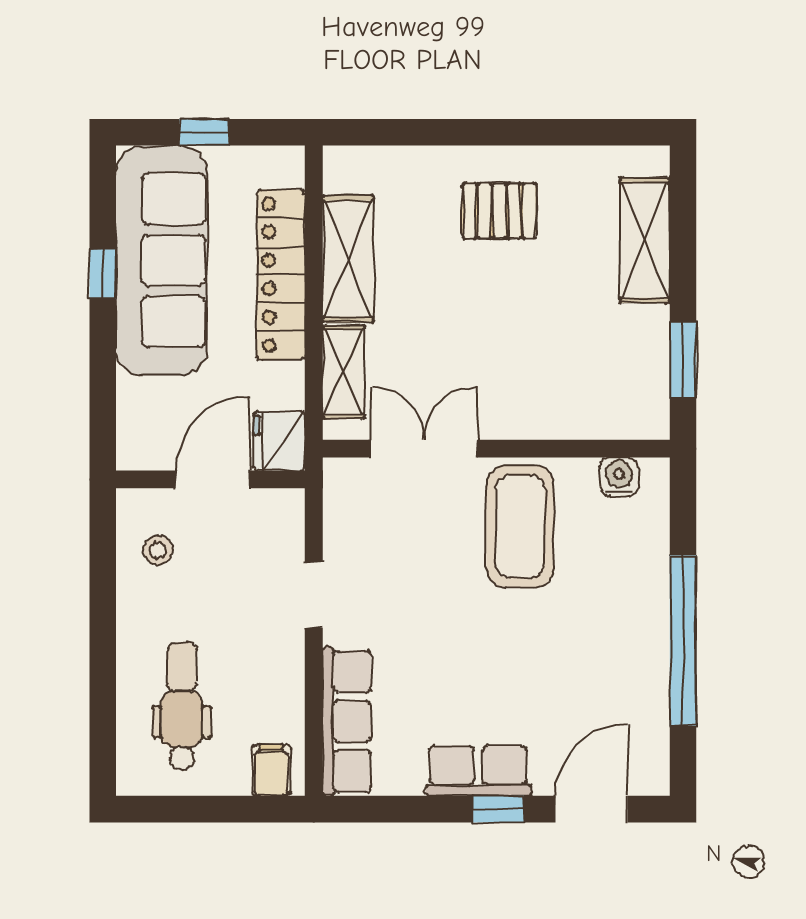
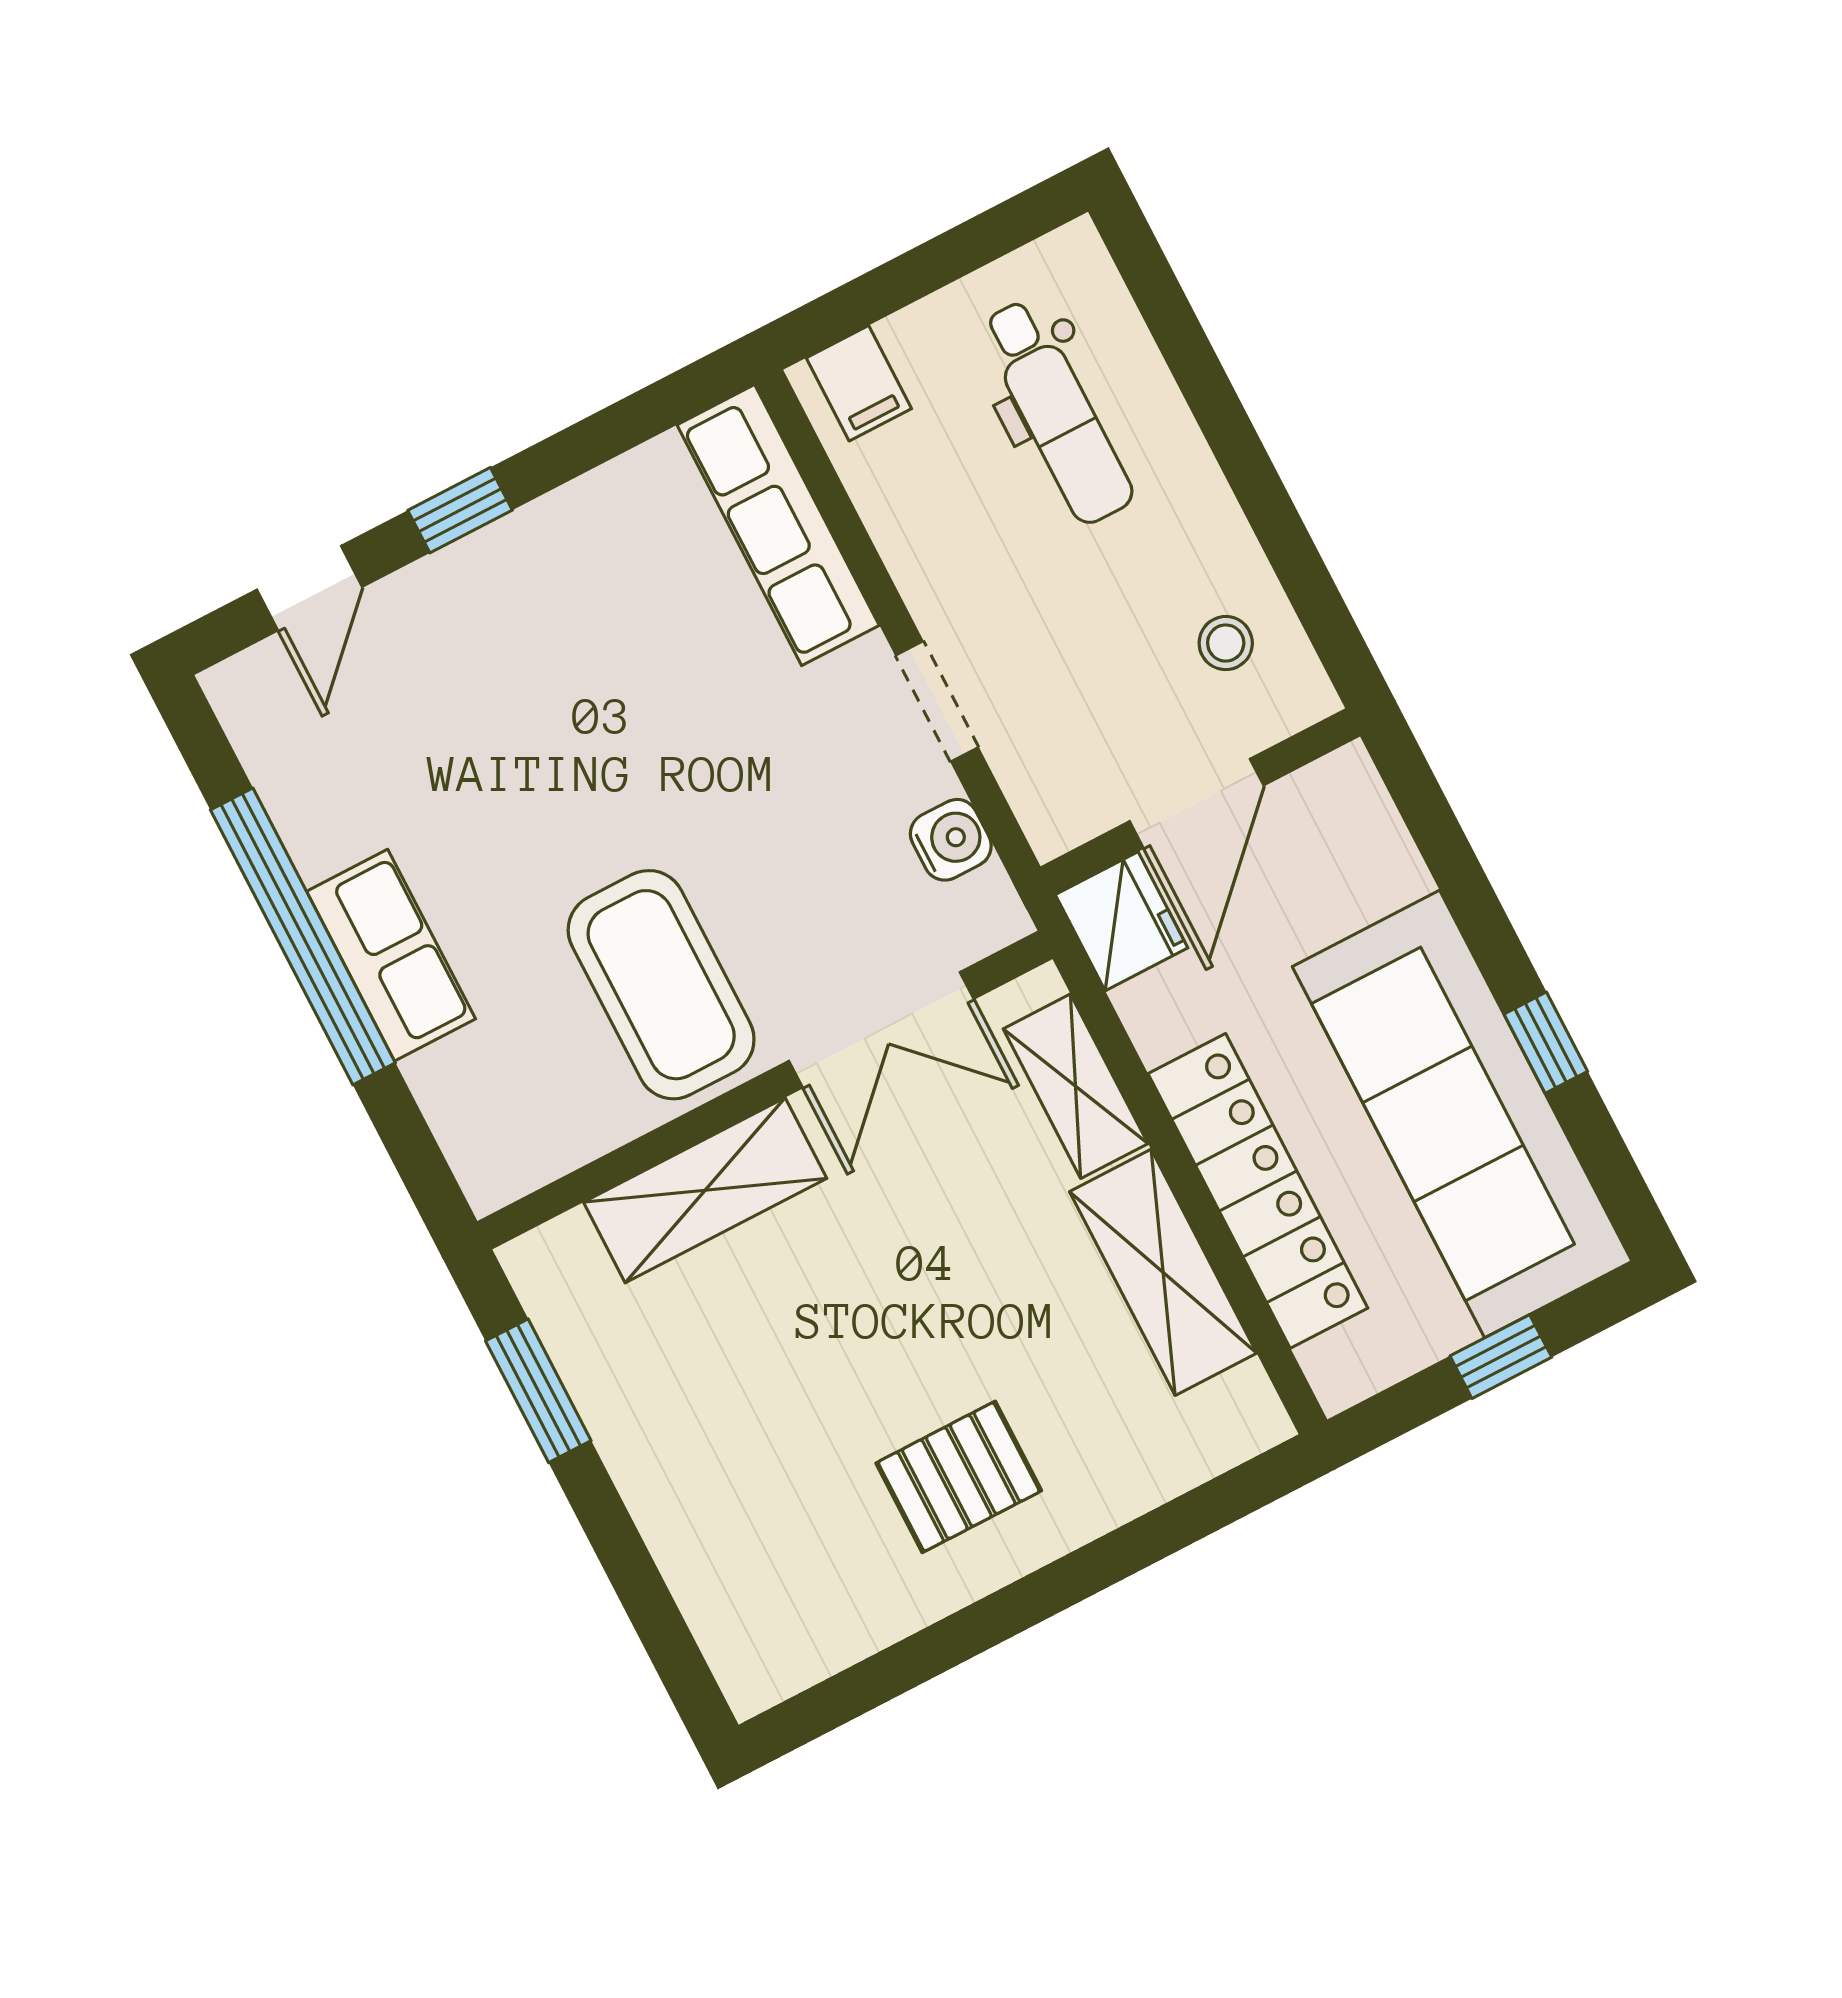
shelving: (645, 240) -> (705, 1190), moved, turned 90
water cooler: (619, 477) -> (951, 840), moved, turned -90
row of seats: (478, 771) -> (391, 955), moved, turned -90
door: (592, 809) -> (310, 588), width x0.73

